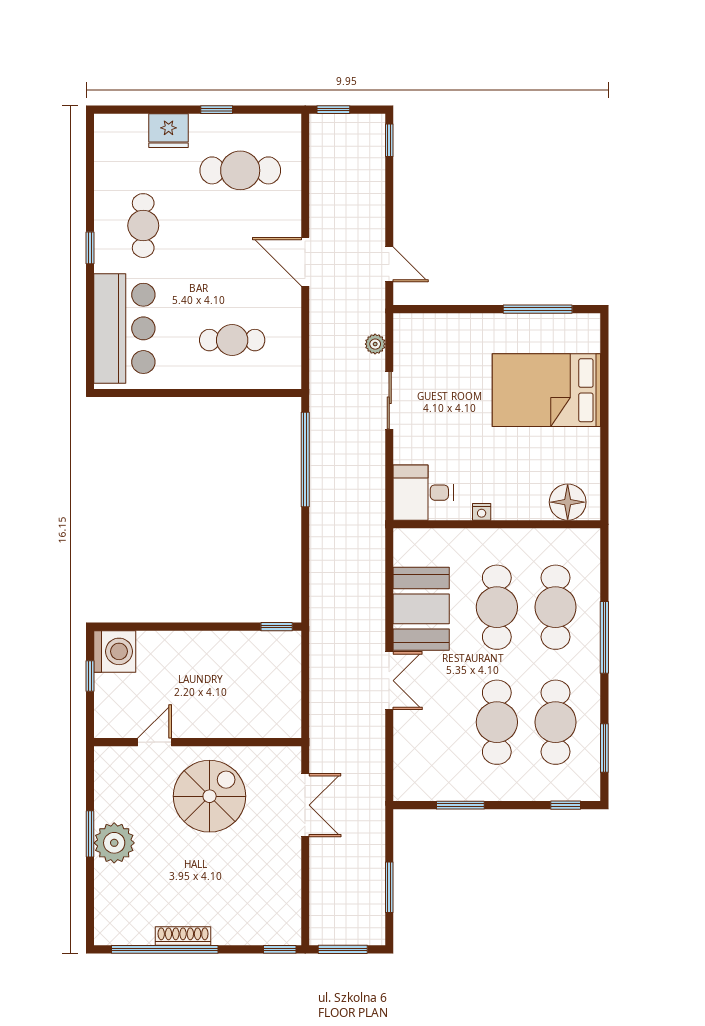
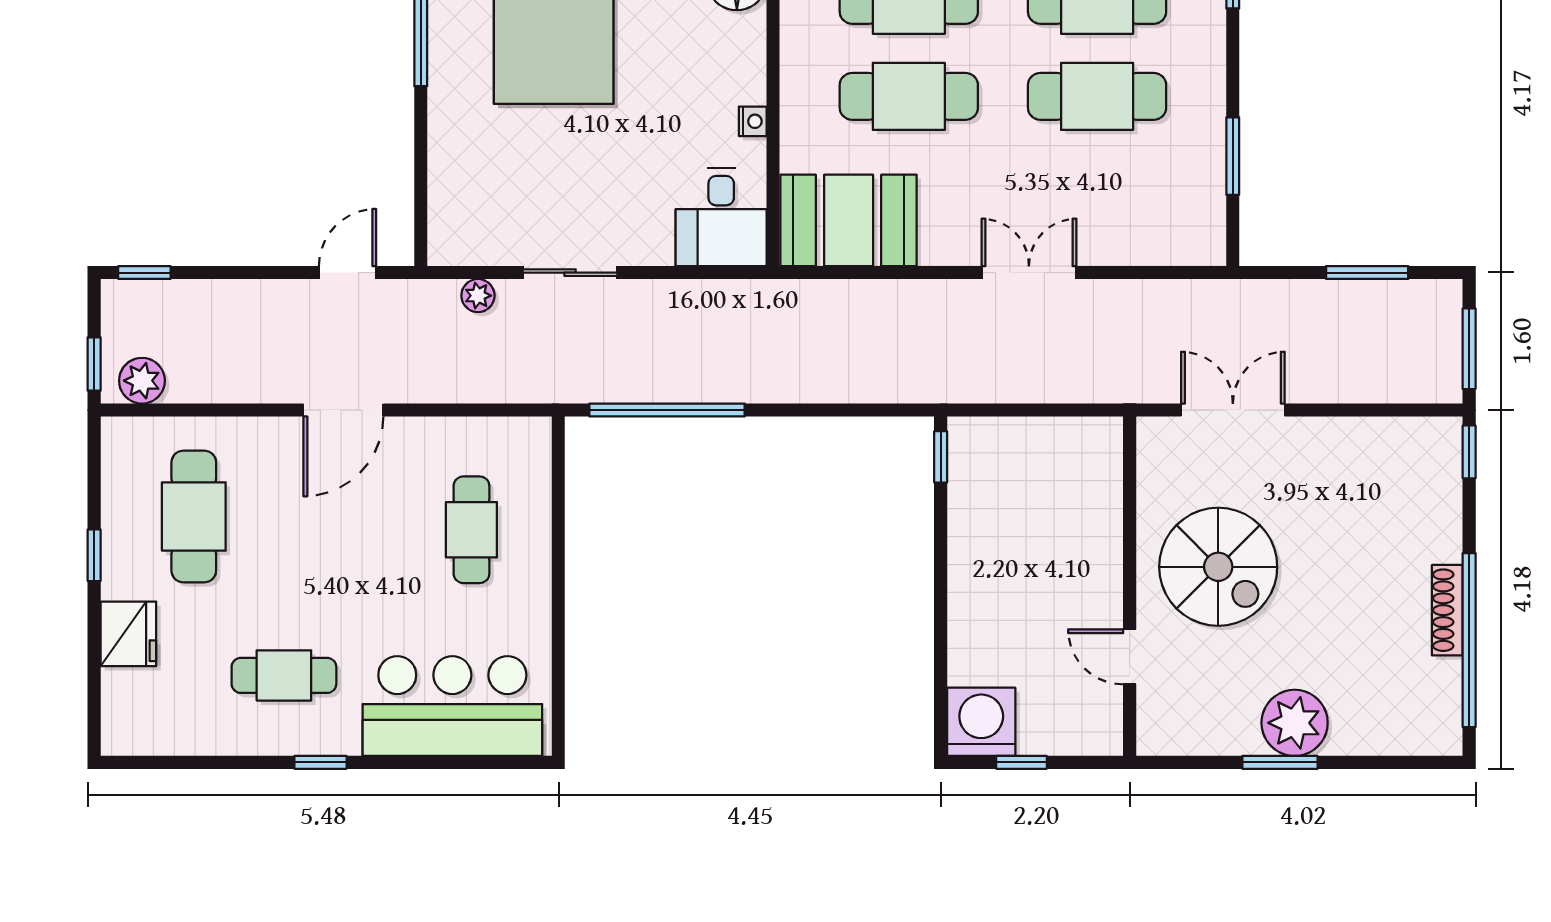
plant: (323, 139) -> (142, 381), added
booth: (421, 609) -> (849, 220), moved
spiral stairs: (210, 796) -> (1218, 567), turned 180

